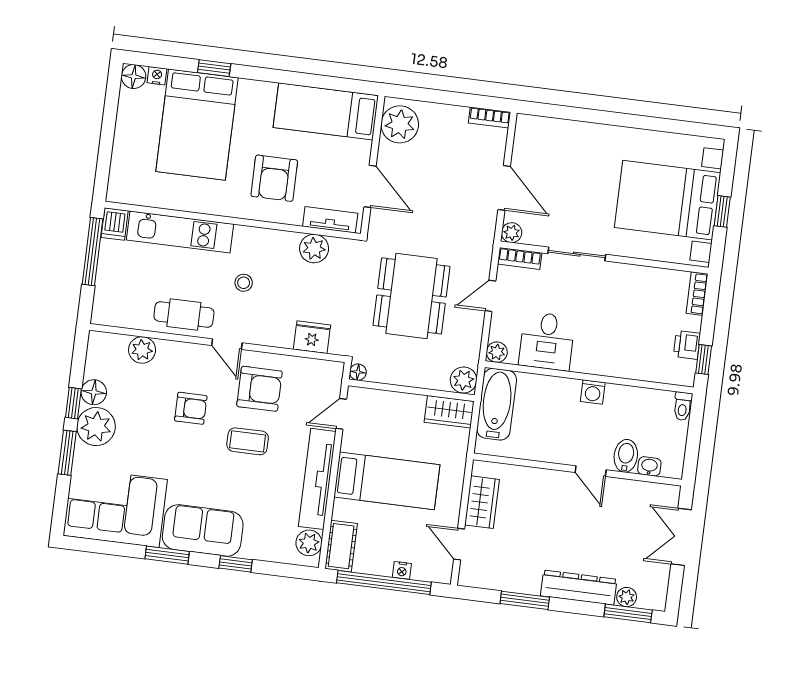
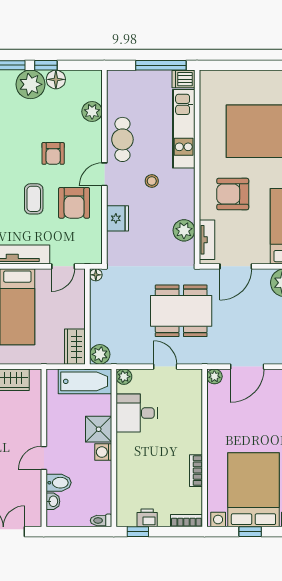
sliding door: (577, 254) -> (205, 427), removed
bookcase: (520, 258) -> (196, 471), moved
dining table: (412, 296) -> (181, 311), moved
fridge: (312, 337) -> (118, 218), moved
shower: (562, 394) -> (99, 429), added
door: (341, 414) -> (63, 266), swing flipped

